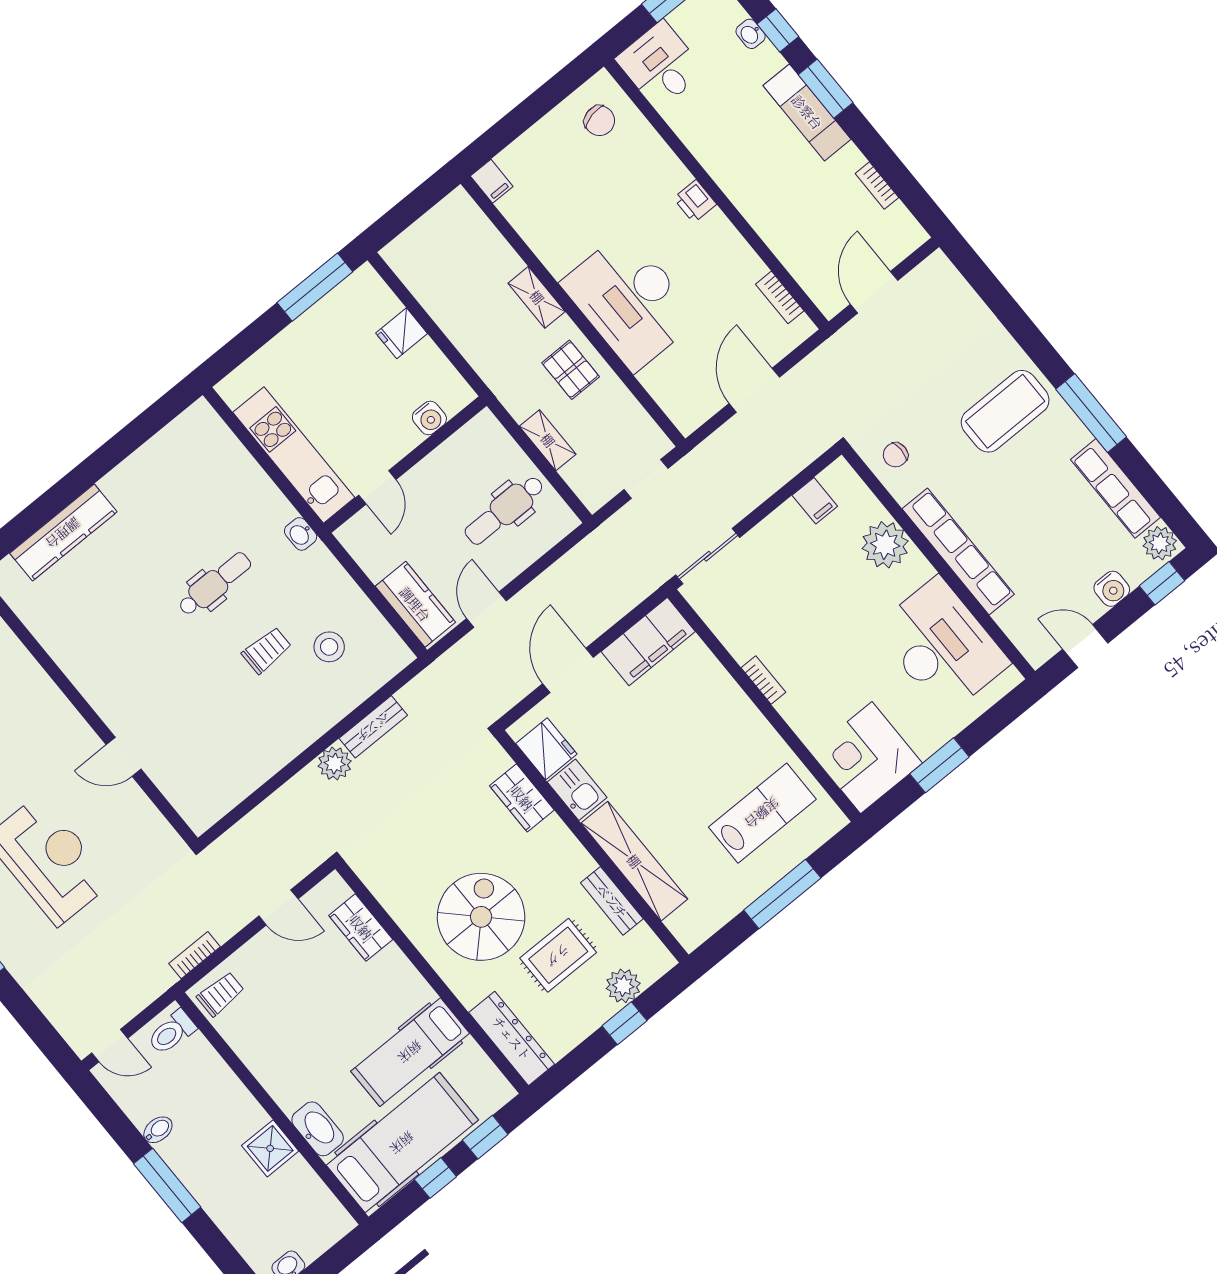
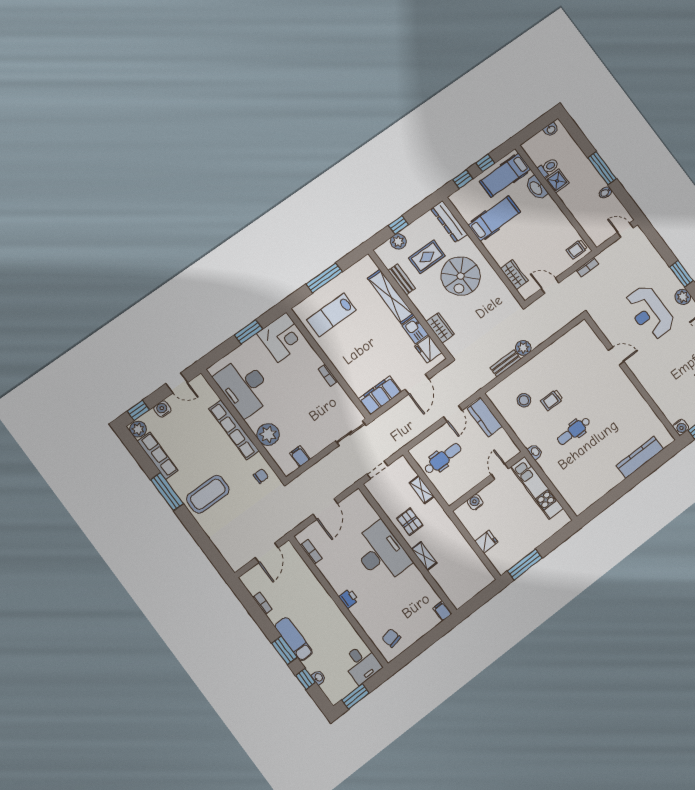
toilet: (172, 1032) -> (548, 167), moved
hospital bed: (402, 1143) -> (505, 175), width x0.73, depth x0.78

